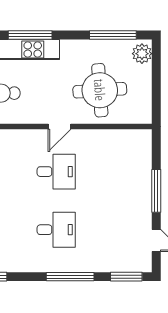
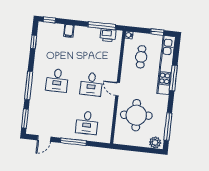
desk: (122, 172) -> (87, 123), added

